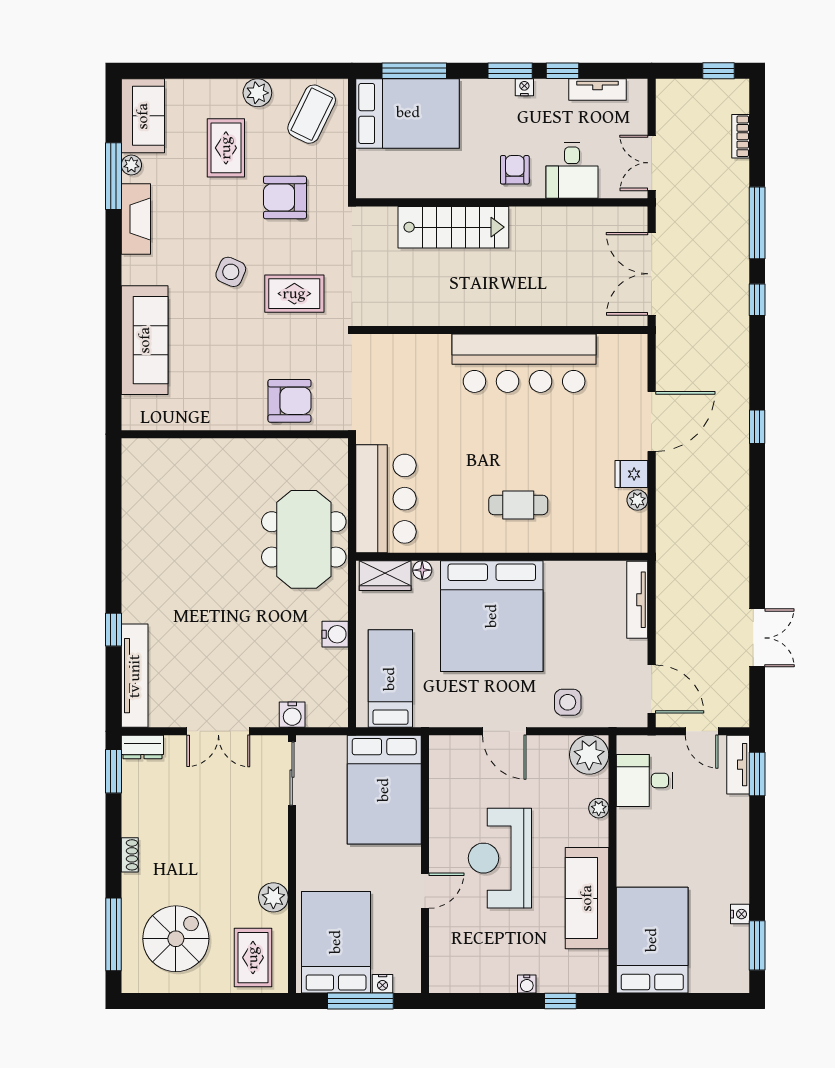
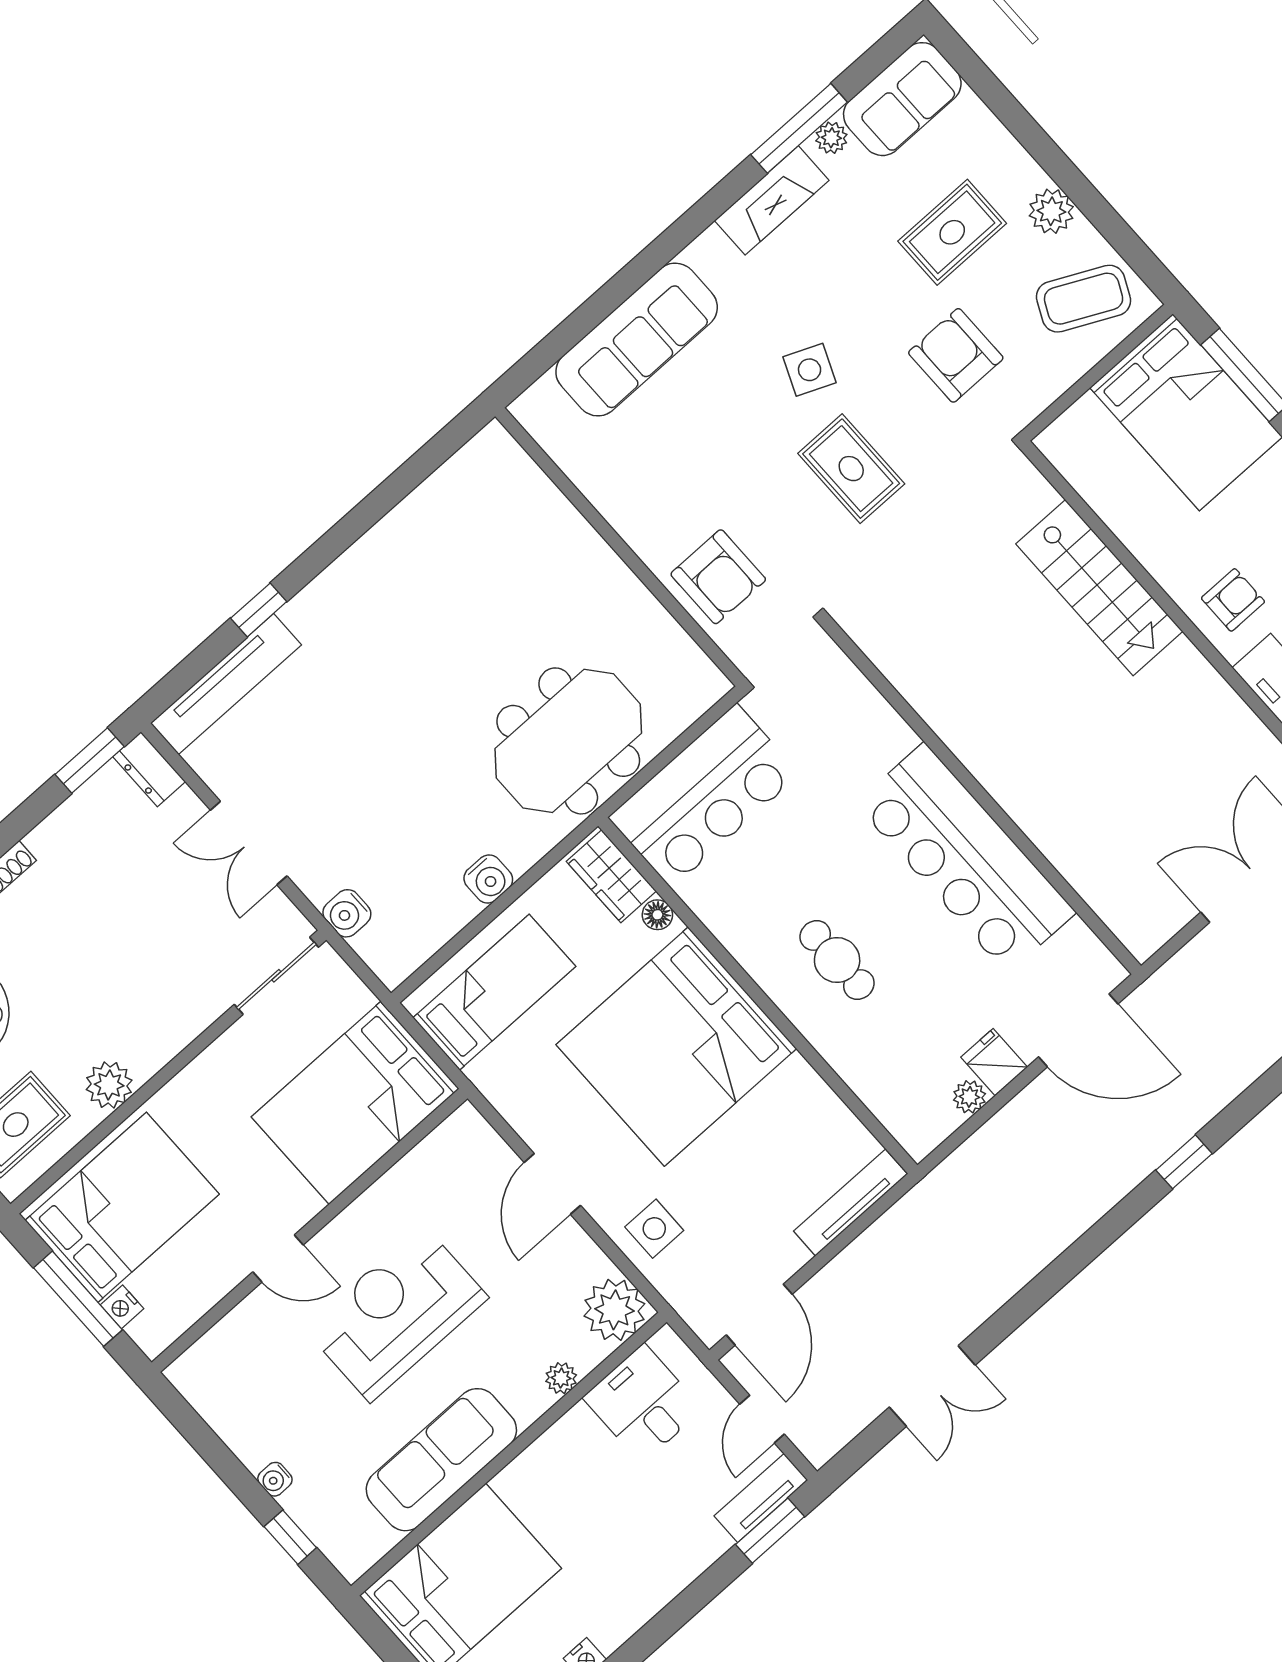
wall: (502, 330) -> (981, 796), moved
bar counter: (524, 363) -> (966, 858), moved

